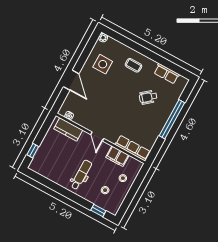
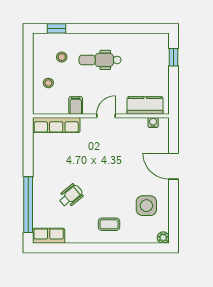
row of seats: (167, 74) -> (49, 236), moved
window: (172, 119) -> (28, 205), moved
door: (97, 136) -> (106, 116), hinge flipped
filing cabinet: (117, 156) -> (76, 106), width x0.50
dental chair: (81, 175) -> (100, 60), turned 90

